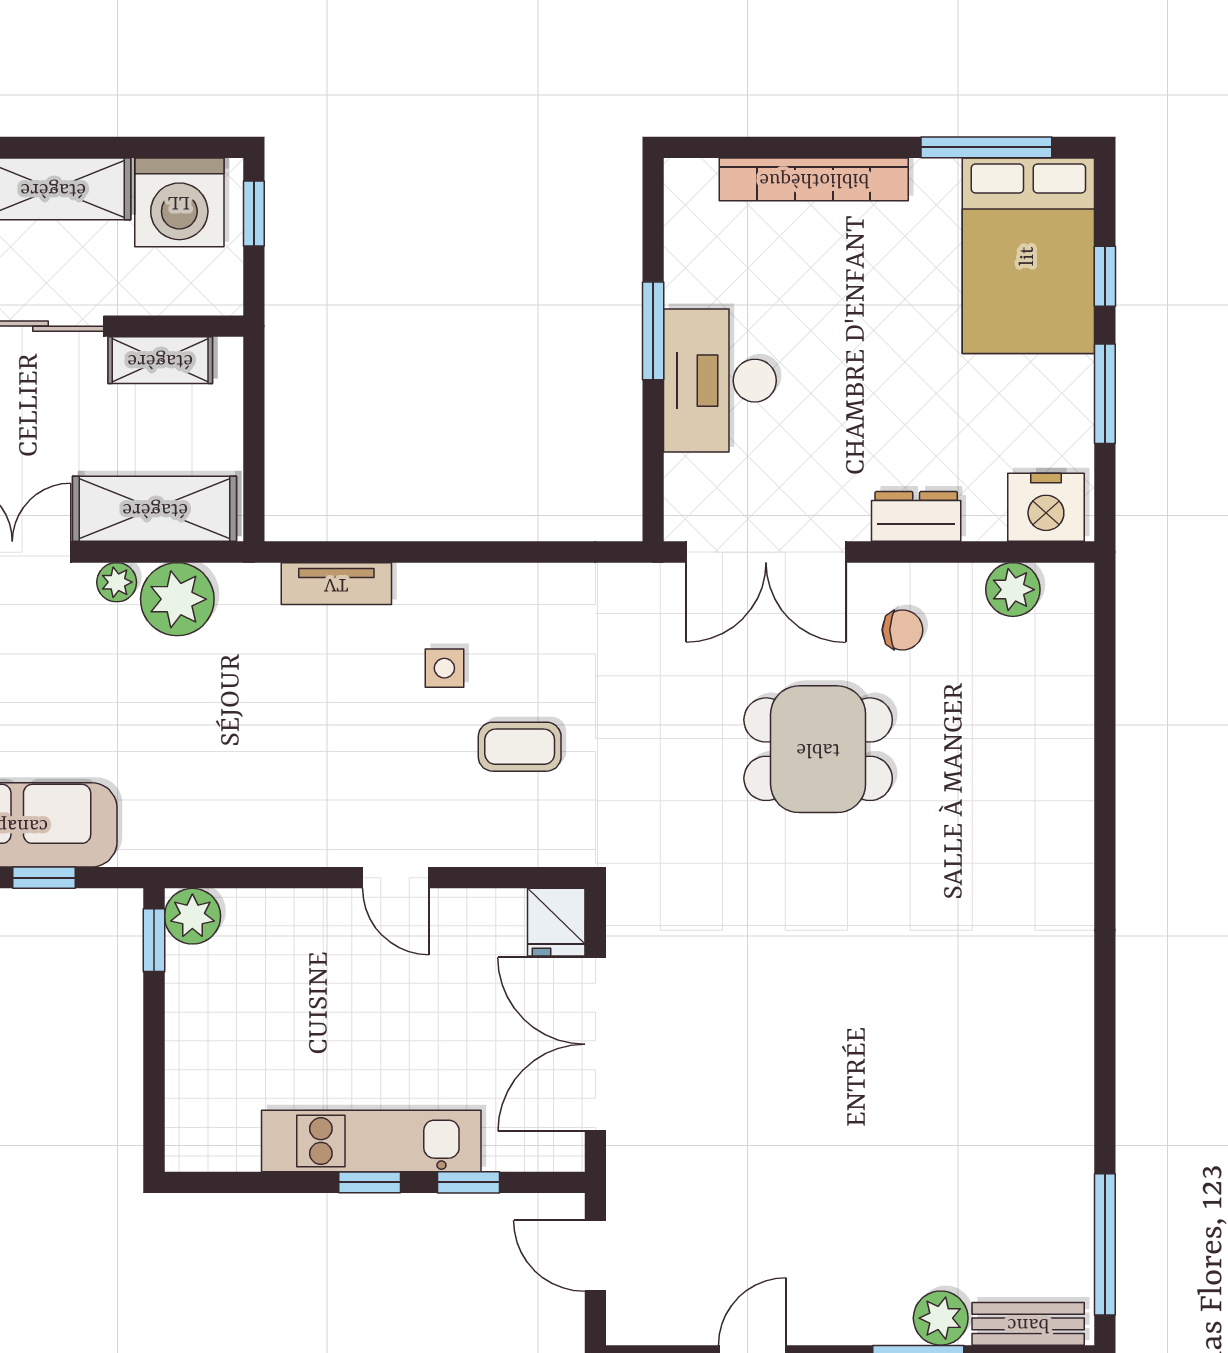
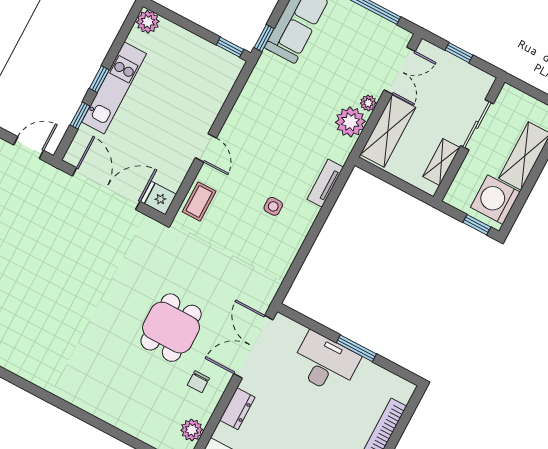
coffee table: (520, 747) -> (199, 201), moved
window: (44, 878) -> (264, 38), moved
door: (396, 878) -> (206, 148), swing flipped
plant: (192, 916) -> (148, 22), moved

